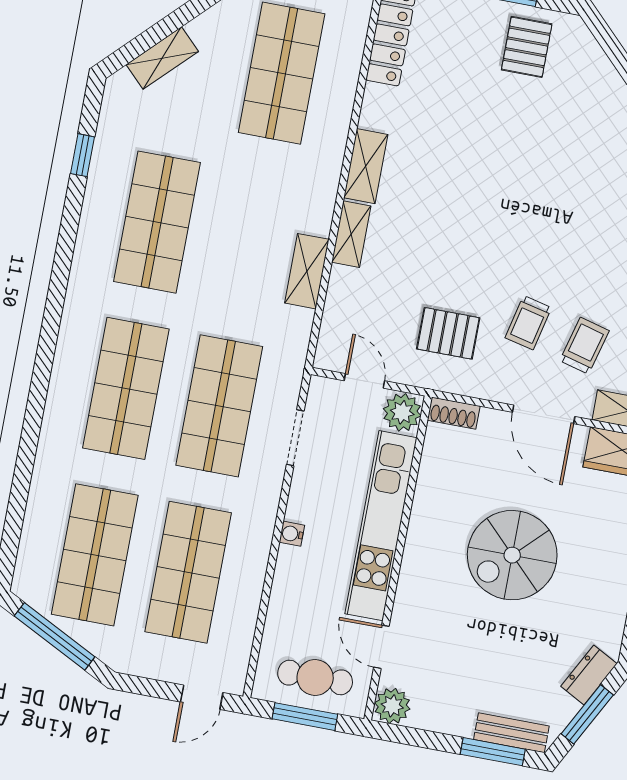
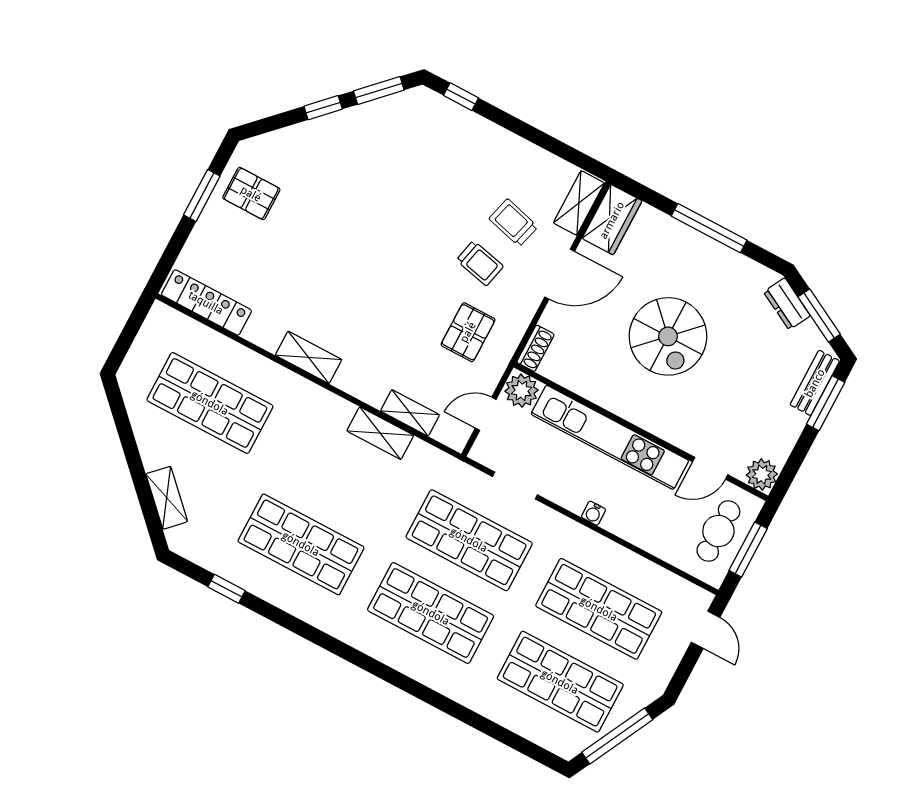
shelving: (351, 234) -> (410, 413), moved

